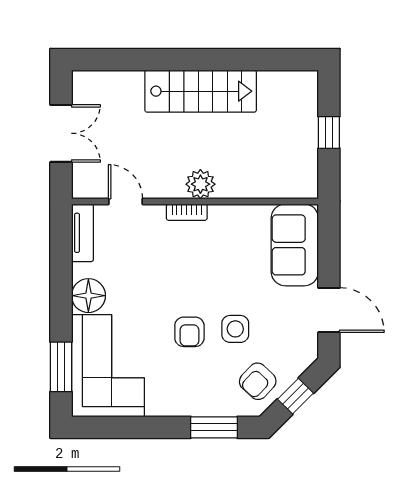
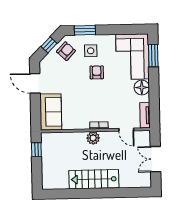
window: (329, 132) -> (36, 150), moved
side table: (235, 329) -> (91, 51), moved

